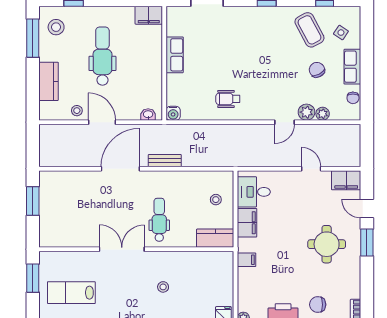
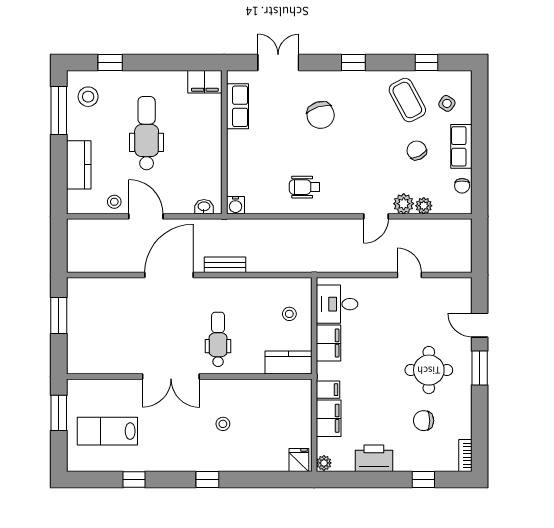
chair: (241, 42) -> (321, 115), added
row of seats: (175, 55) -> (237, 106), moved
filing cabinet: (346, 180) -> (329, 418), moved, turned -90
double door: (122, 249) -> (171, 376), swing flipped
chair: (318, 305) -> (424, 421), moved

